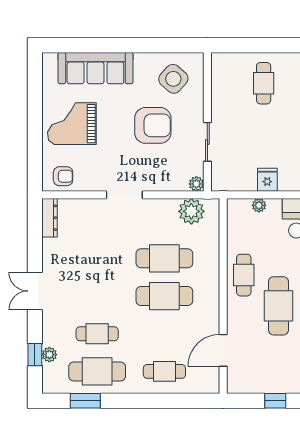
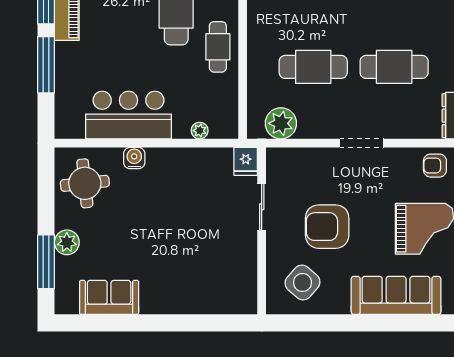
cafe table: (264, 83) -> (194, 277), removed
fridge: (267, 180) -> (246, 161), moved
plant: (196, 184) -> (275, 156), removed
cafe table: (164, 296) -> (394, 67), moved

